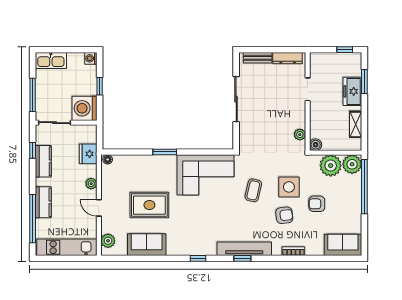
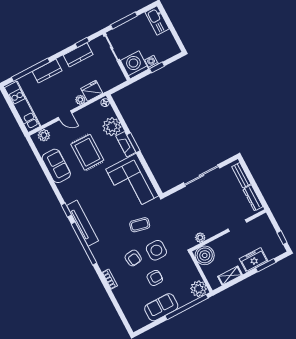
washing machine: (91, 58) -> (152, 62), moved
boiler: (316, 145) -> (205, 255), width x1.86, depth x1.86
fridge: (88, 154) -> (92, 91), moved
fireplace: (162, 161) -> (126, 144), added
plant: (331, 166) -> (112, 127), moved
armchair: (317, 204) -> (155, 278), turned 90
door: (99, 208) -> (65, 115), swing flipped
sofa: (343, 245) -> (161, 307), moved, turned -90
tv unit: (244, 249) -> (83, 223), moved
window: (242, 258) -> (84, 244), width x3.17

